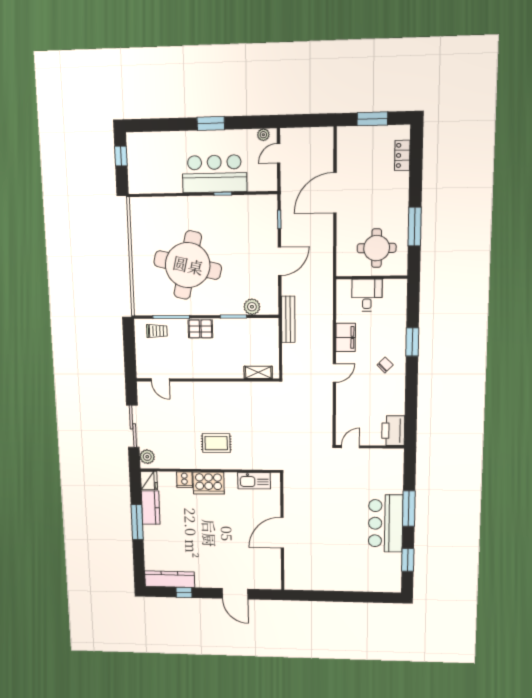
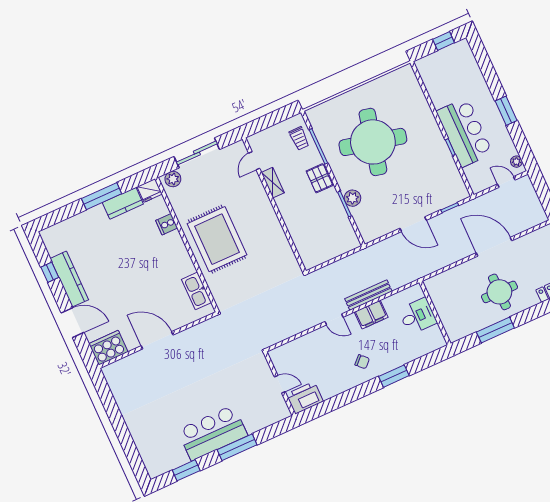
round table: (377, 248) -> (499, 292), moved
plant: (252, 307) -> (352, 198), moved
bench: (288, 319) -> (368, 295), moved
shelving: (258, 372) -> (273, 183), moved
rug: (216, 443) -> (217, 239), width x1.86, depth x2.06
door: (350, 447) -> (280, 384), moved
cooker: (209, 483) -> (108, 348), moved, turned 90
kitchen counter: (170, 579) -> (69, 279), moved
door: (235, 594) -> (73, 323), swing flipped

